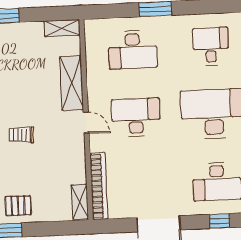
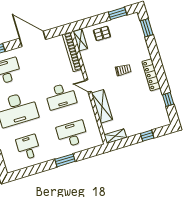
desk: (211, 46) -> (28, 147), turned 180
pallet: (18, 206) -> (102, 33), moved

